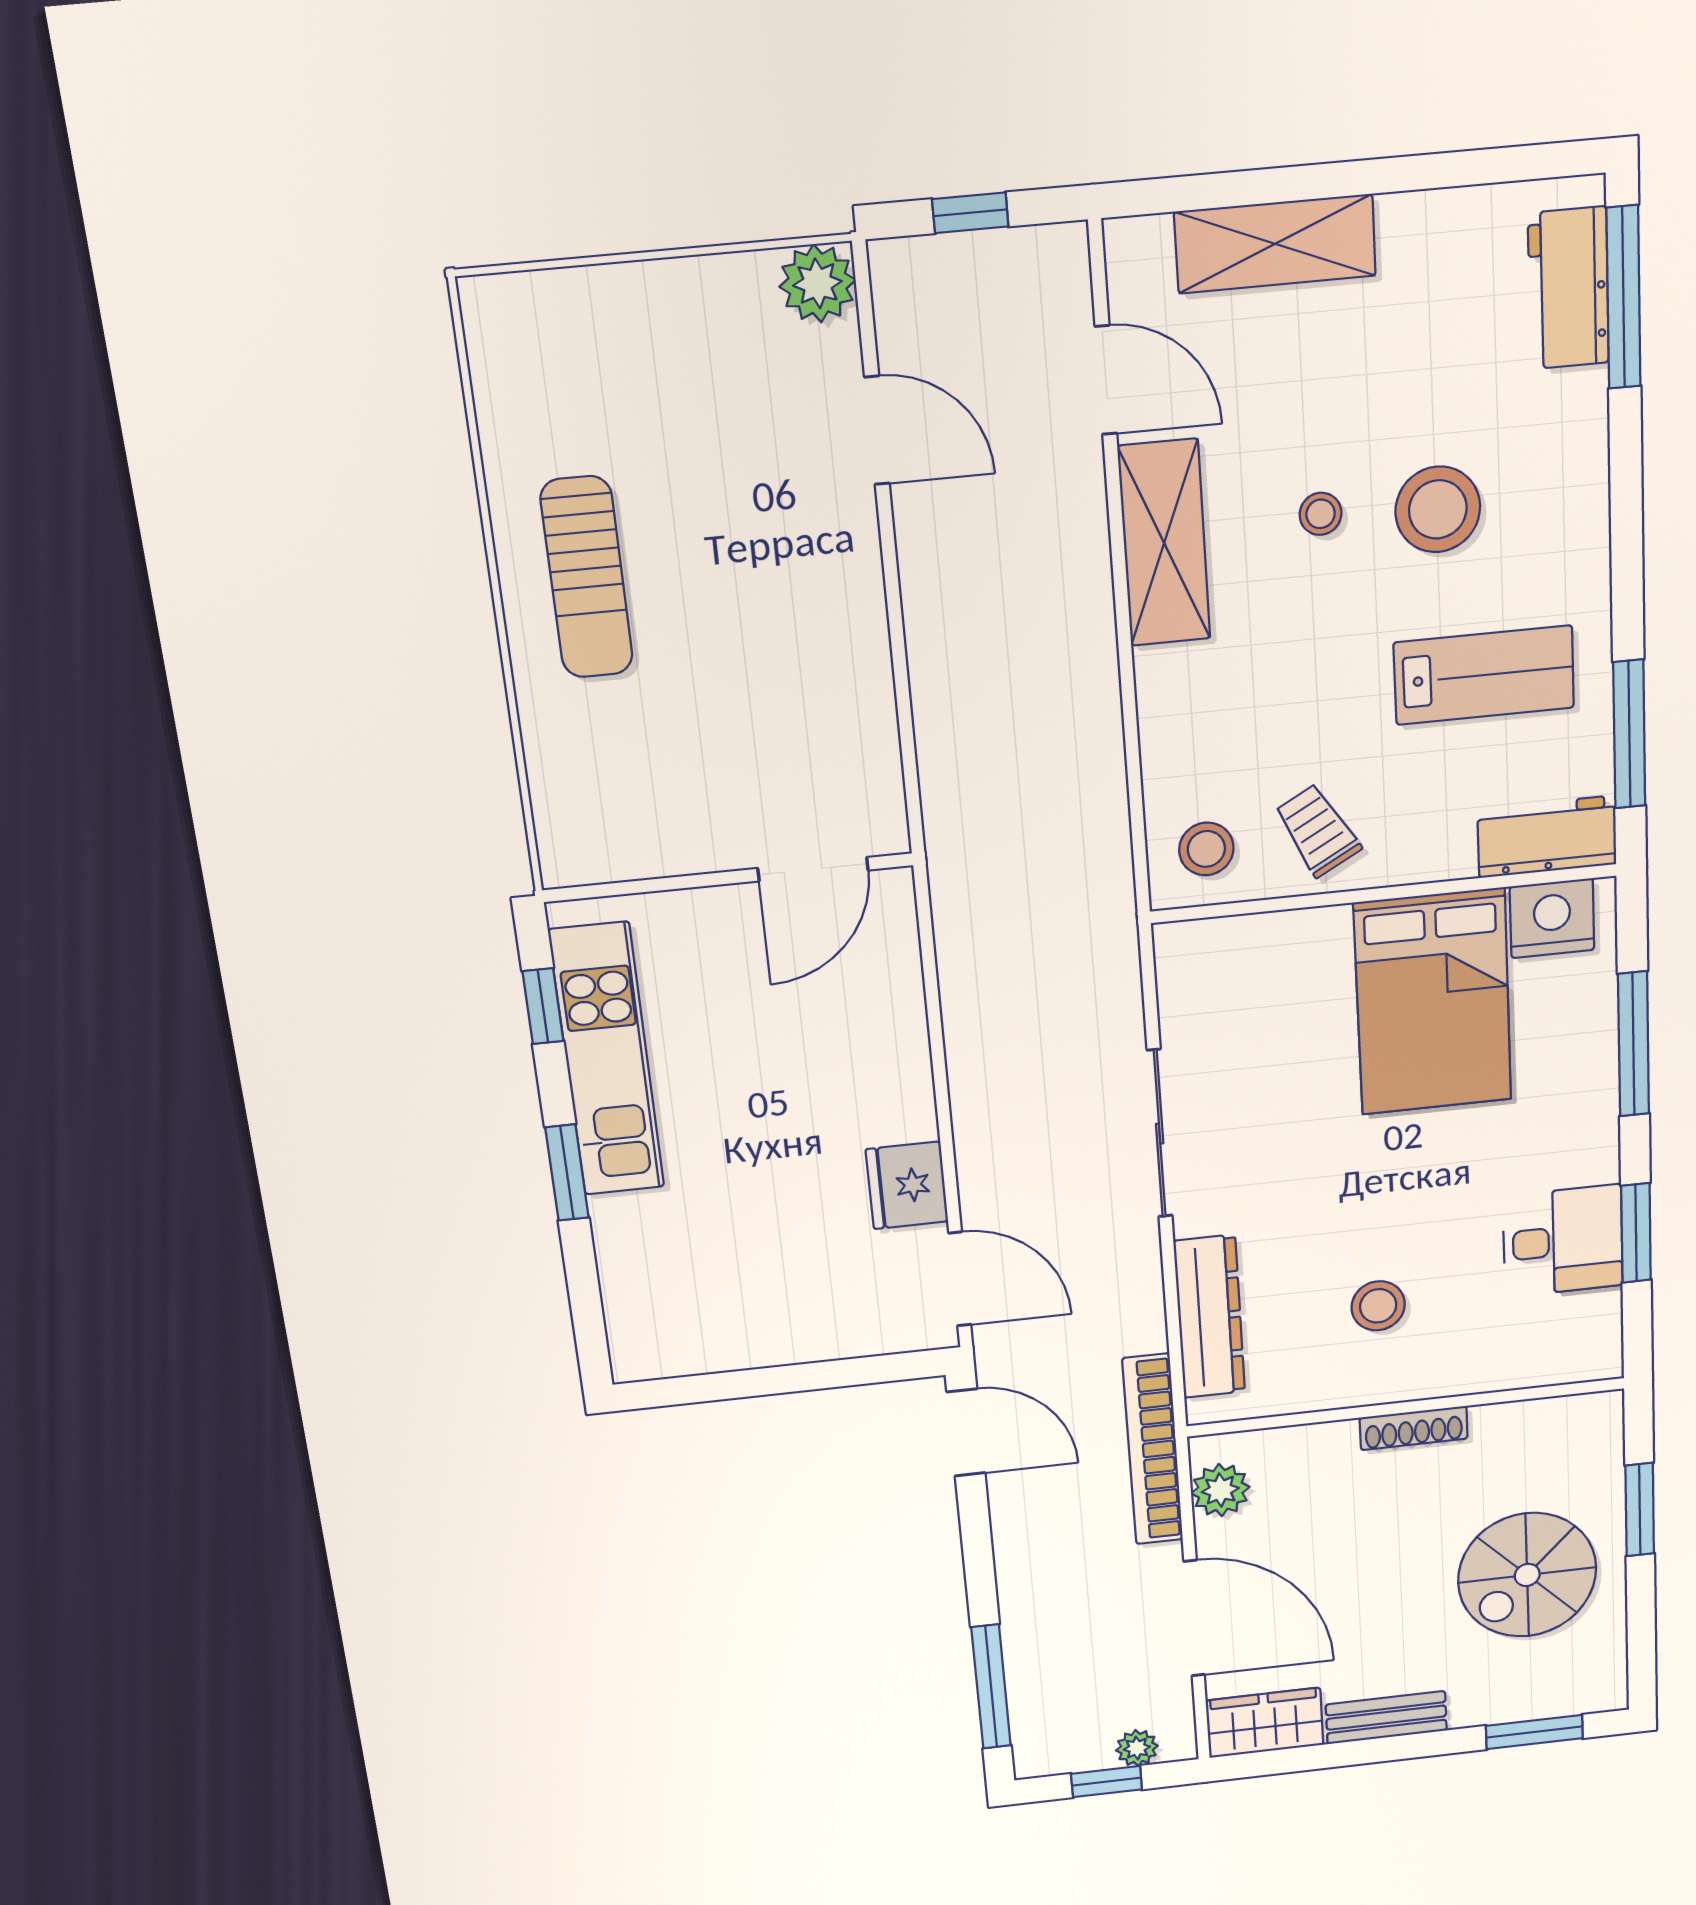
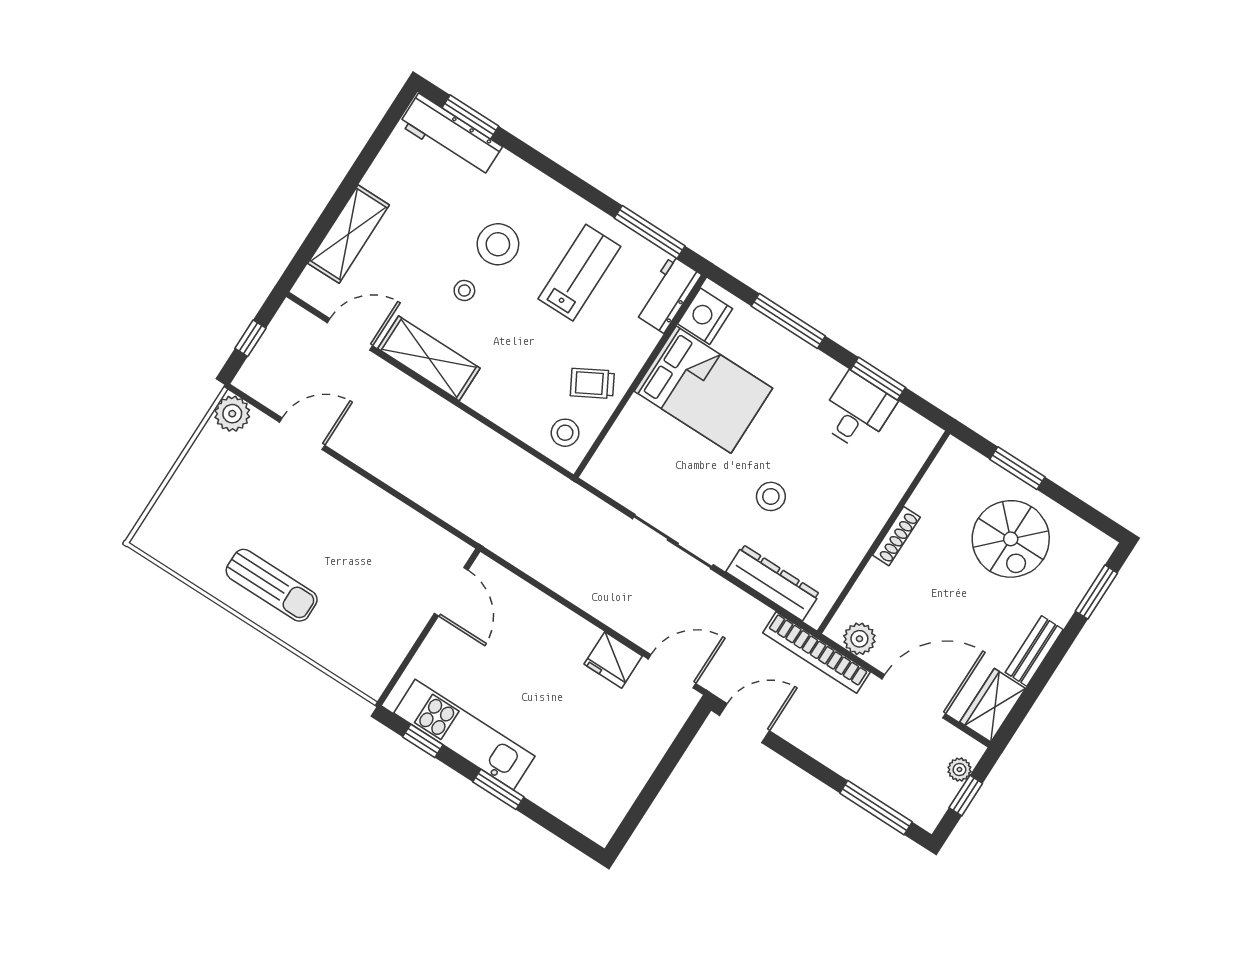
workbench: (1568, 288) -> (451, 135), width x1.38
window: (1623, 297) -> (470, 117), width x0.69
stool: (1378, 1306) -> (771, 496), moved

